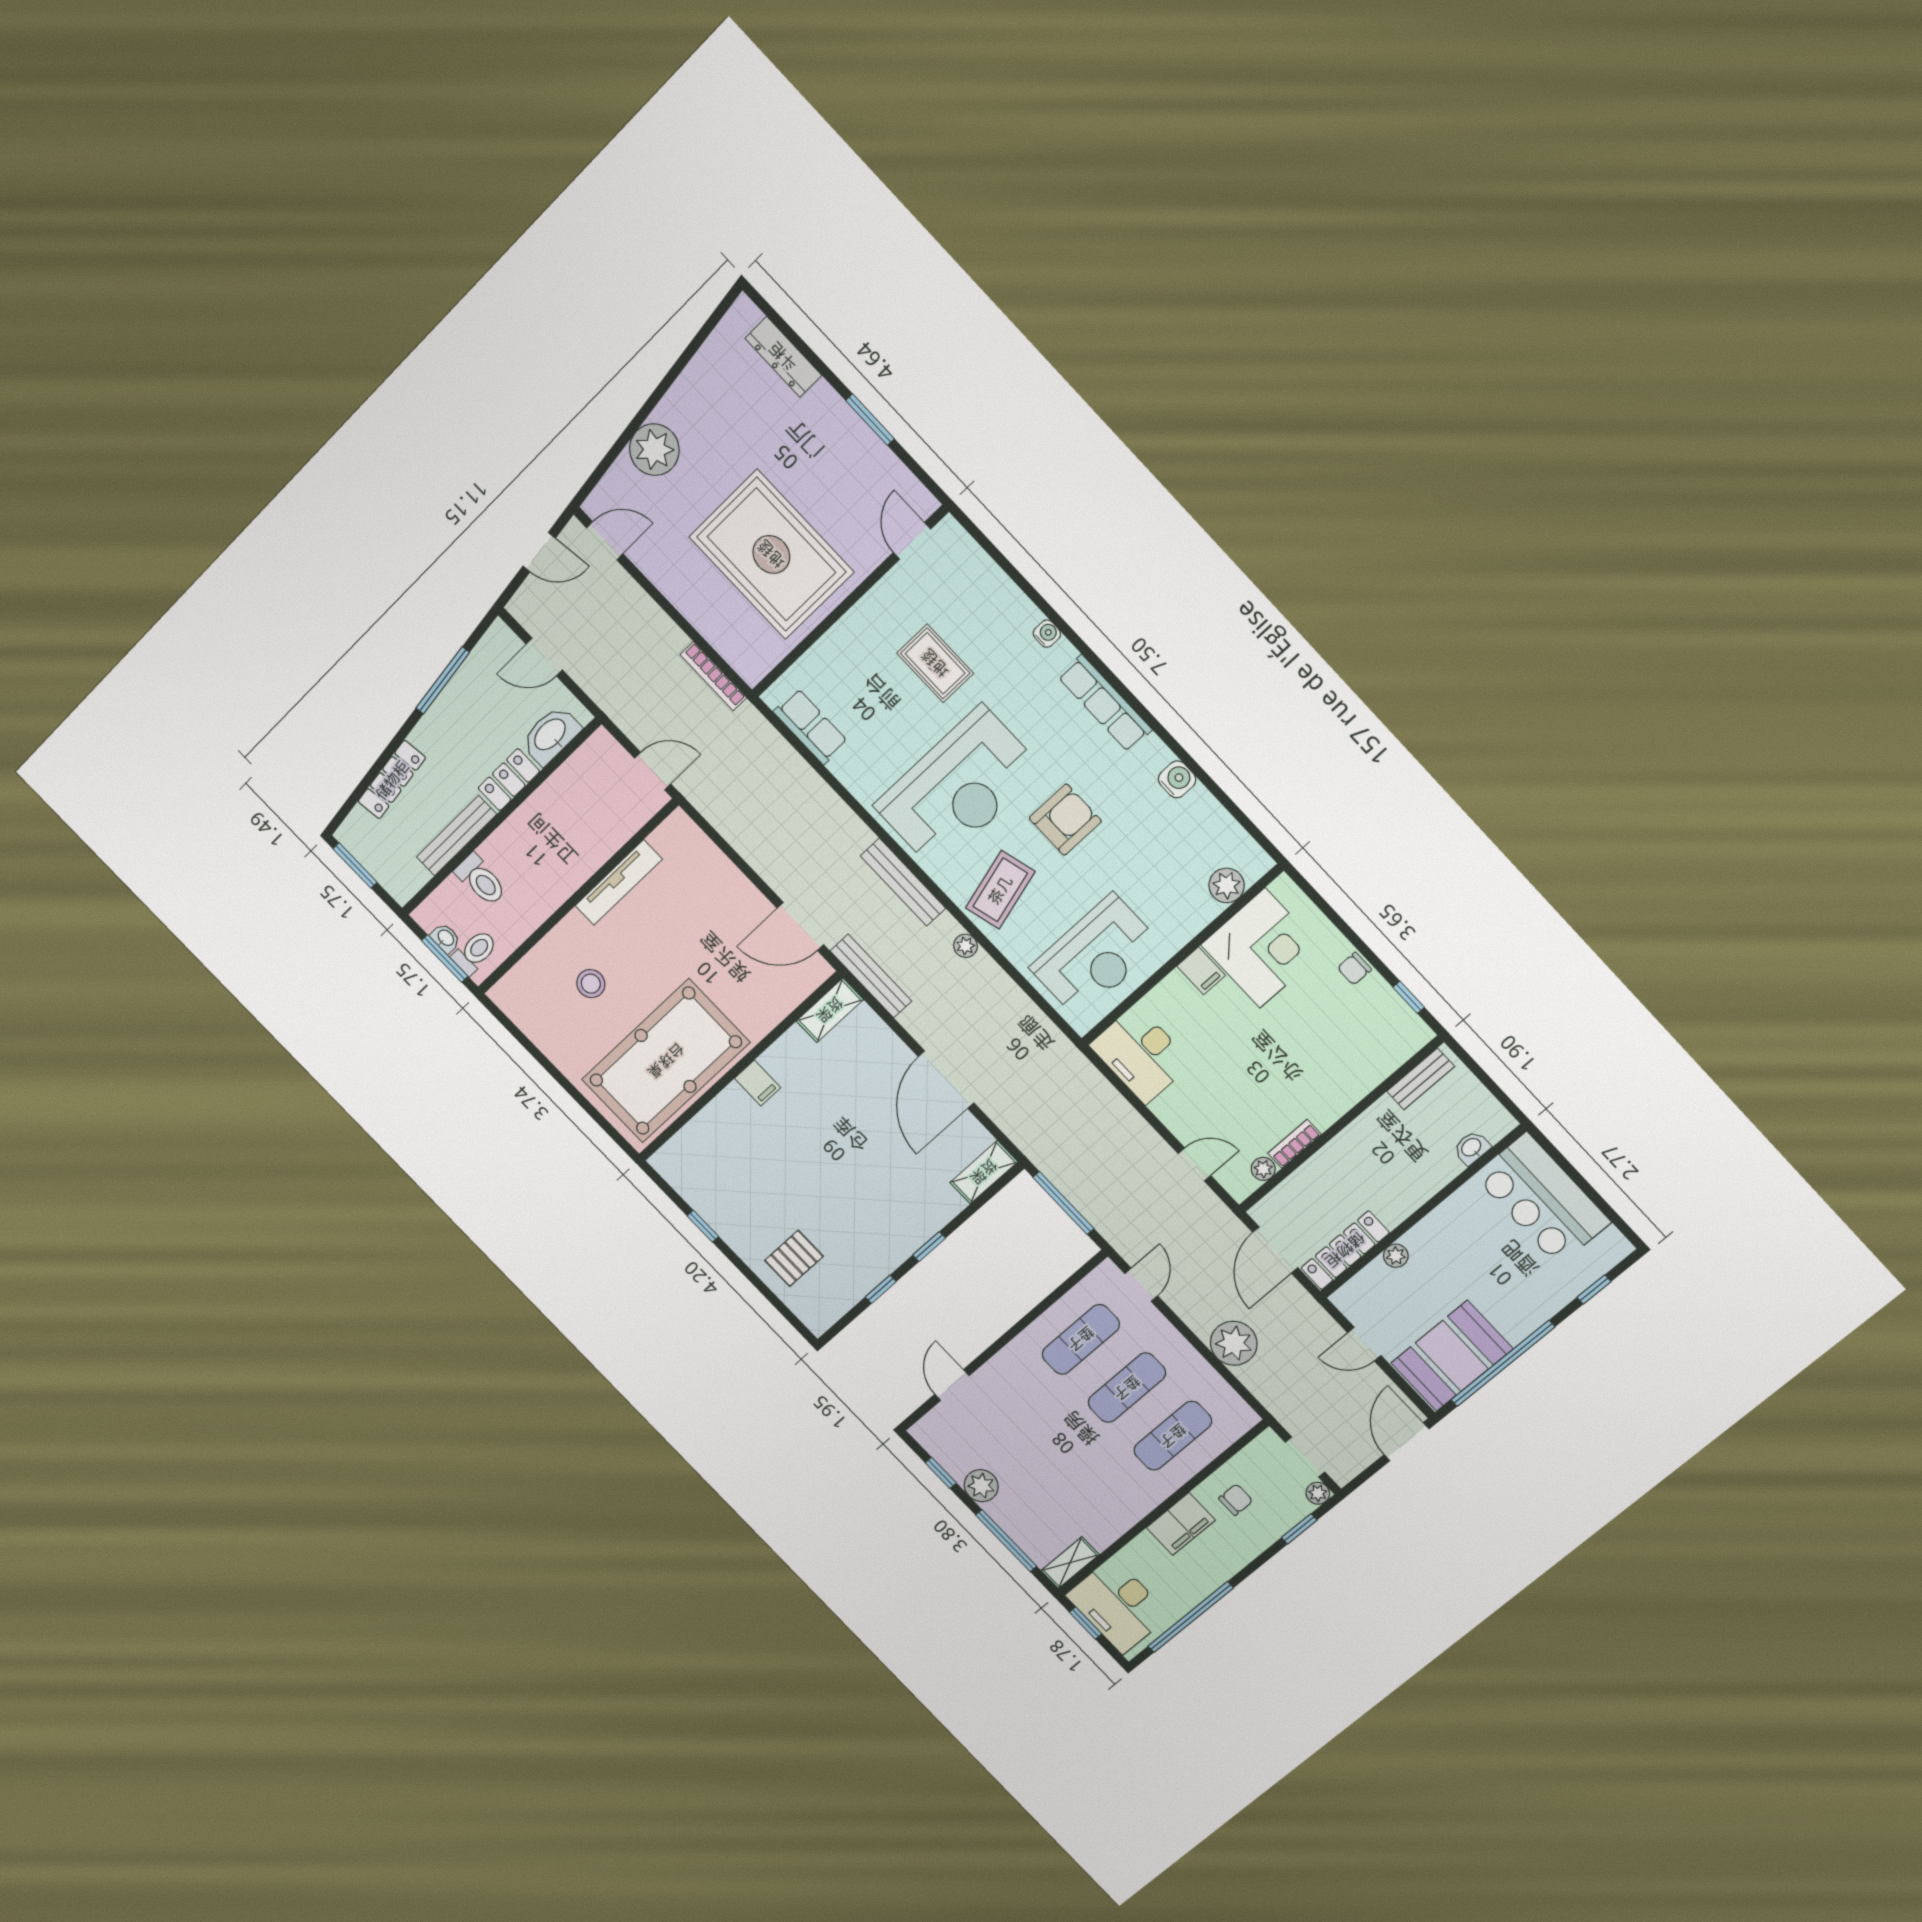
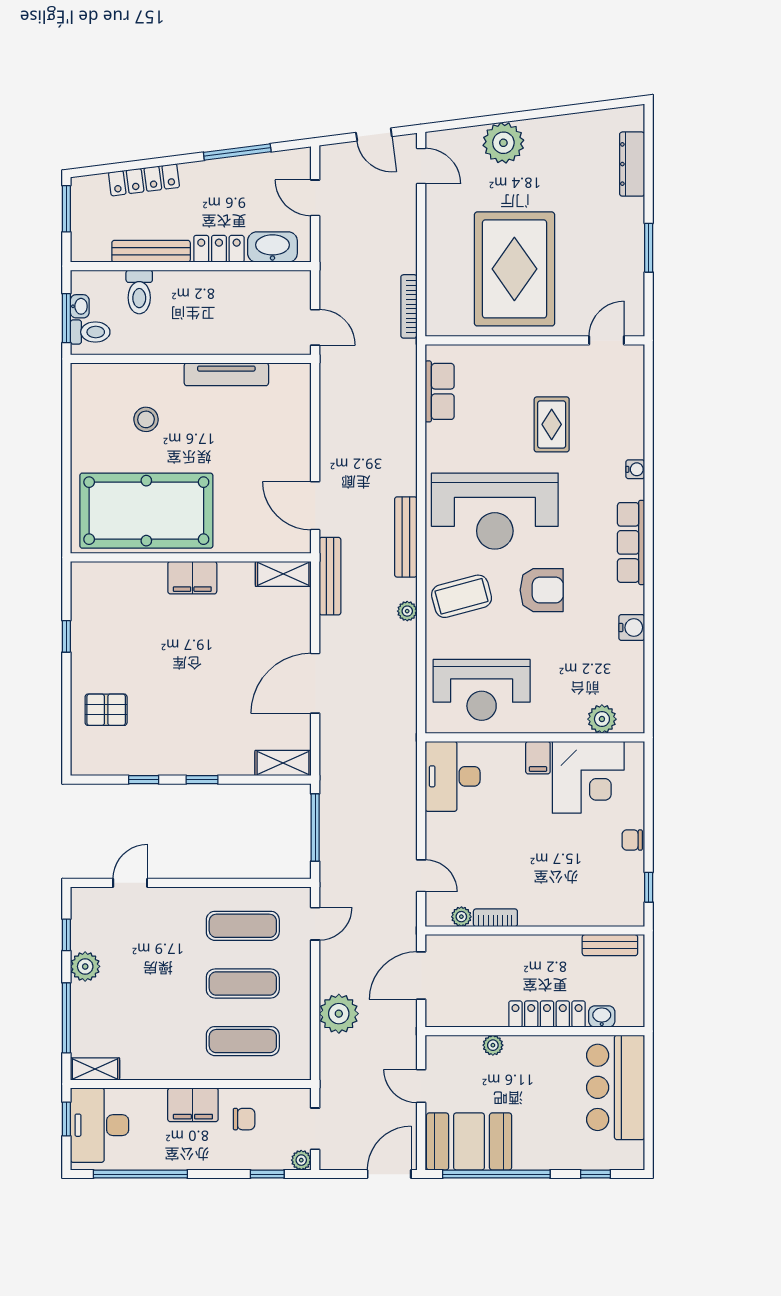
filing cabinet: (758, 1083) -> (192, 578), width x2.00
locker: (1345, 1250) -> (547, 1014), moved

